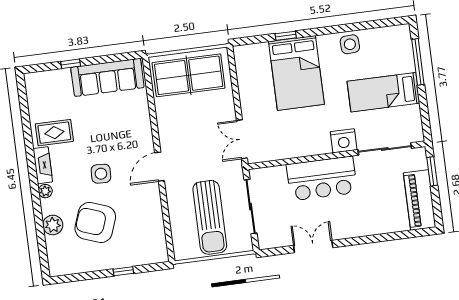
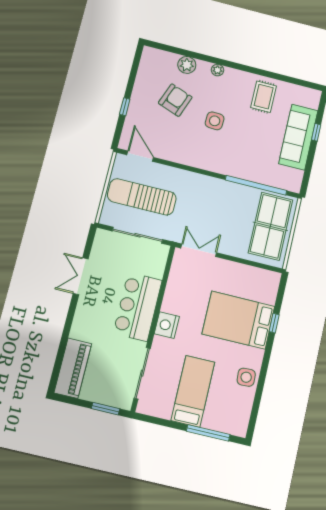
sofa: (107, 77) -> (298, 137), moved
window: (152, 106) -> (256, 185), added
nightstand: (344, 141) -> (167, 325), moved
fireplace: (43, 165) -> (240, 77), removed
door: (160, 167) -> (140, 156), moved
piano: (420, 200) -> (73, 368), moved, turned 90
armchair: (95, 222) -> (175, 100), width x0.73, depth x0.73
double door: (313, 247) -> (81, 276), swing flipped

